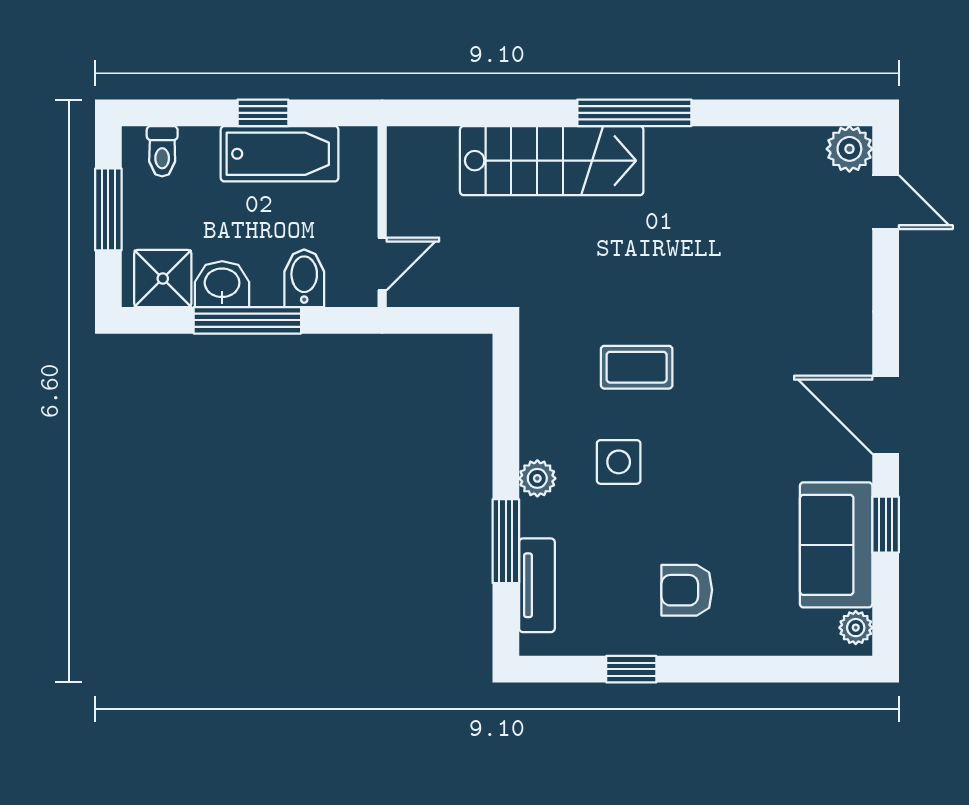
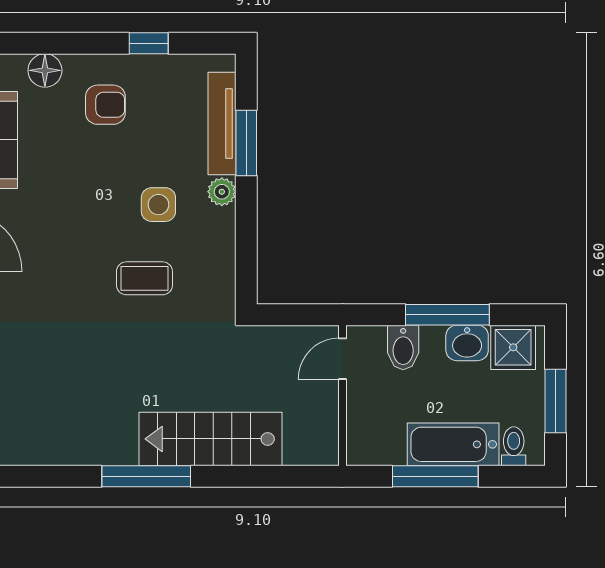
window: (263, 113) -> (435, 476), width x2.17
bathtub: (280, 154) -> (453, 444), moved
tv unit: (537, 585) -> (222, 123), width x1.41
floor lamp: (765, 634) -> (45, 70), added

